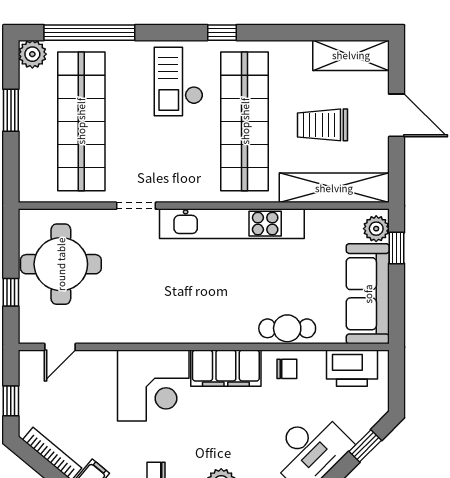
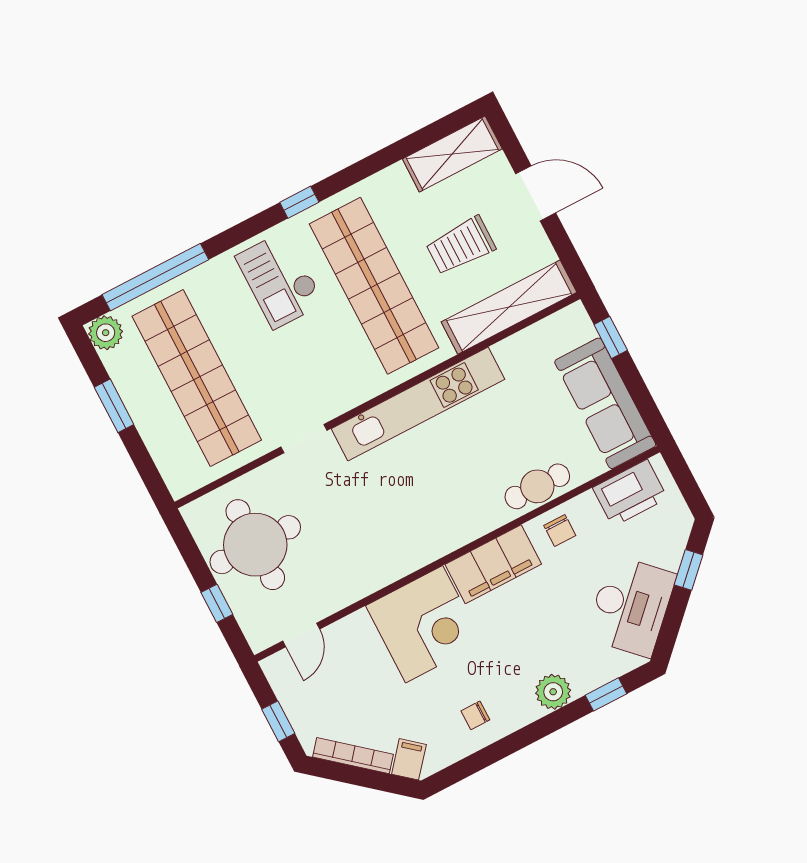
plant: (376, 229) -> (578, 328), removed
chair: (287, 369) -> (560, 530), turned 90

